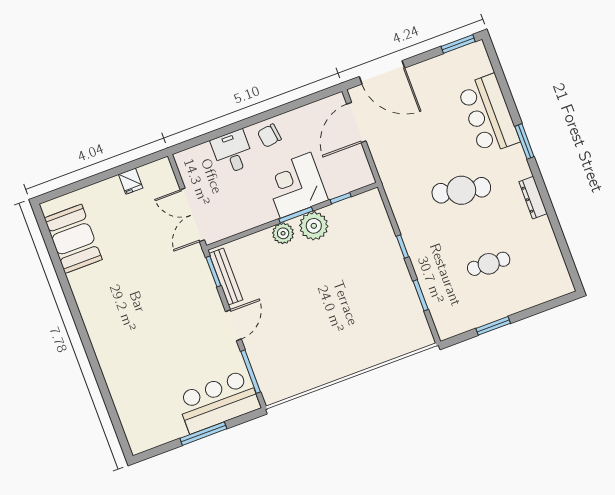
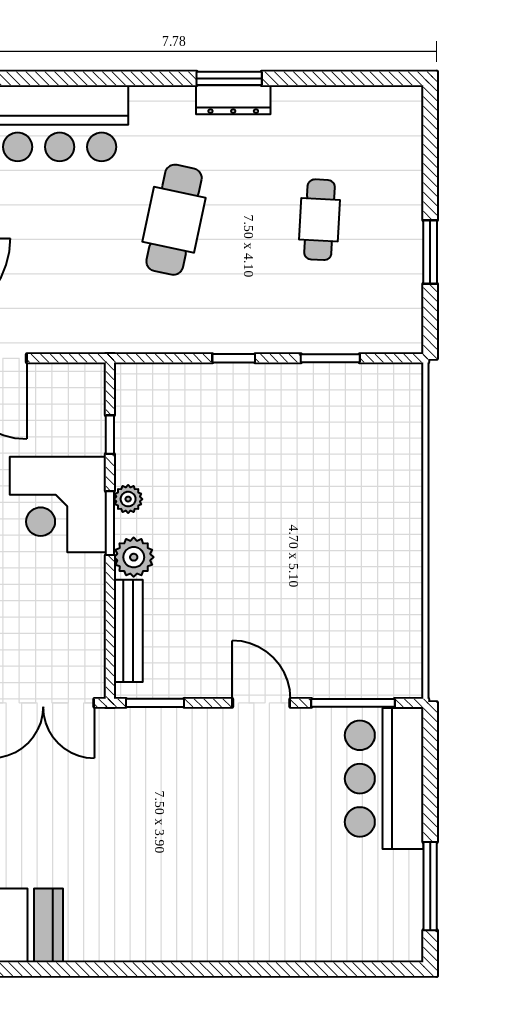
window: (524, 141) -> (229, 78), moved
plant: (314, 226) -> (128, 499), width x0.53, depth x0.53
bench: (226, 277) -> (128, 631), moved, turned 90
window: (203, 434) -> (430, 886), moved

